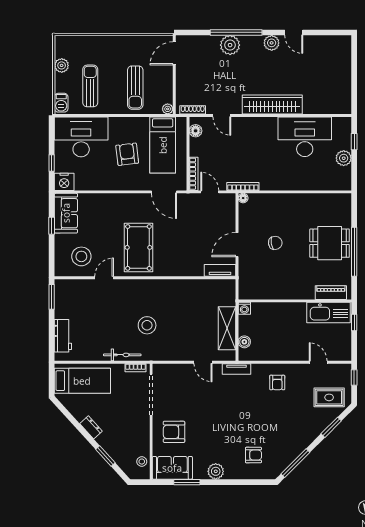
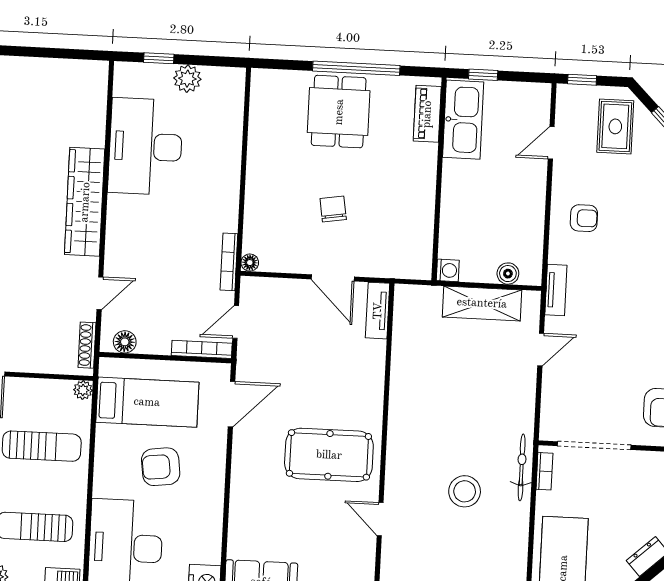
stool: (81, 256) -> (340, 558), removed
stool: (147, 325) -> (465, 491), moved
bicycle: (122, 355) -> (522, 467), moved

